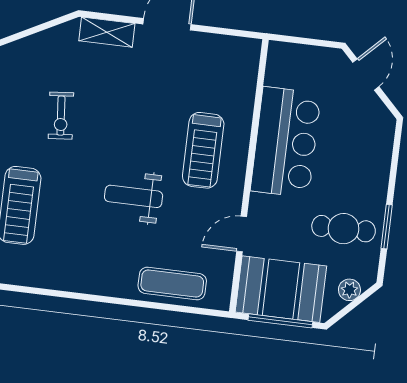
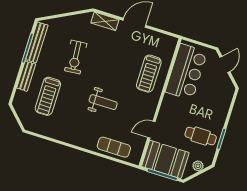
exercise bike: (61, 116) -> (76, 57), width x1.38, depth x1.39
bar counter: (286, 142) -> (186, 72), moved
treadmill: (203, 150) -> (149, 74), moved
weight bench: (134, 196) -> (103, 102), turned 180

